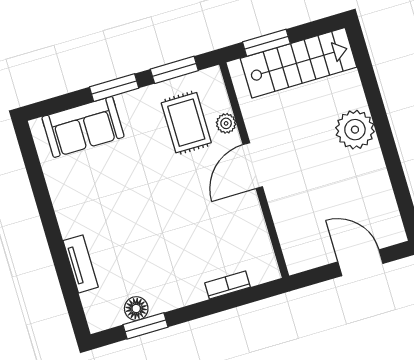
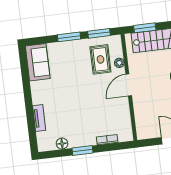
sofa: (83, 127) -> (38, 62), moved, turned -90
window: (146, 326) -> (82, 150), moved

